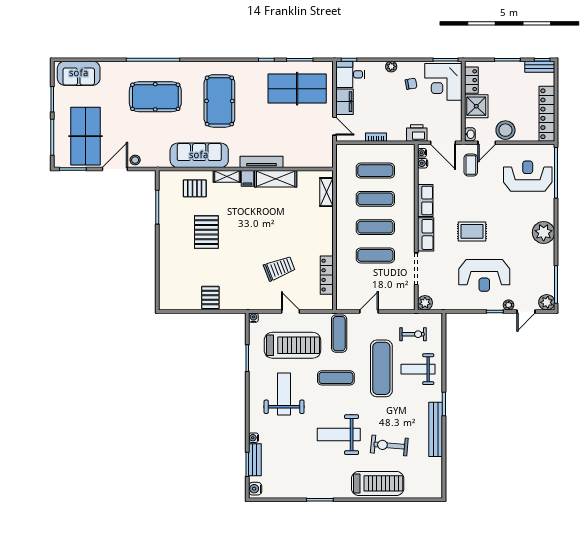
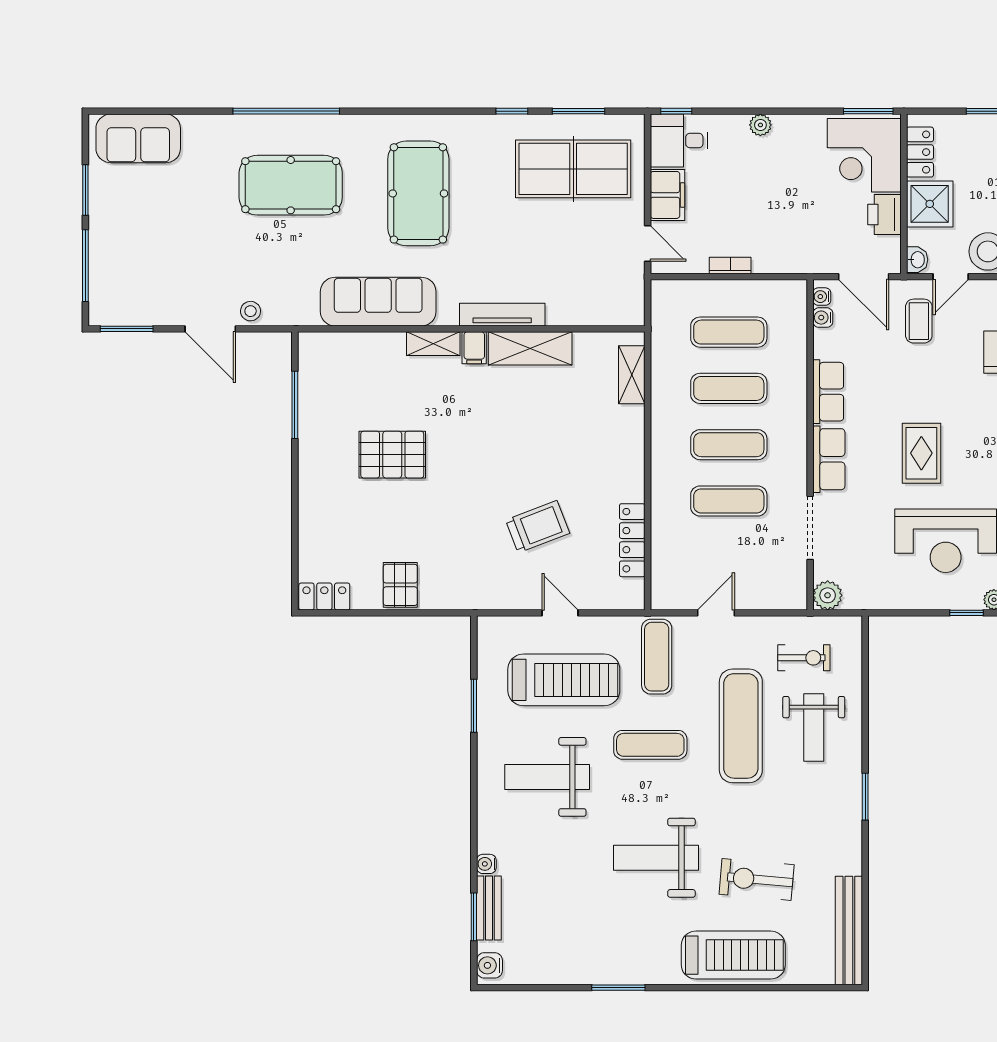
chair: (411, 84) -> (800, 159), removed
printer: (417, 133) -> (884, 215), moved, turned -90
table tennis table: (85, 136) -> (152, 264), removed
door: (115, 169) -> (210, 329), swing flipped
pallet: (195, 188) -> (369, 367), removed
rug: (472, 231) -> (921, 453), turned 90
pallet: (206, 232) -> (392, 455), turned 90
locker: (172, 303) -> (324, 596), added
water cooler: (253, 318) -> (486, 625), removed
weight bench: (418, 369) -> (814, 727), turned -90
weight bench: (284, 394) -> (547, 777), turned -90
bench: (436, 429) -> (849, 930), moved

